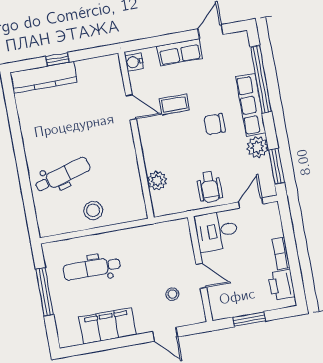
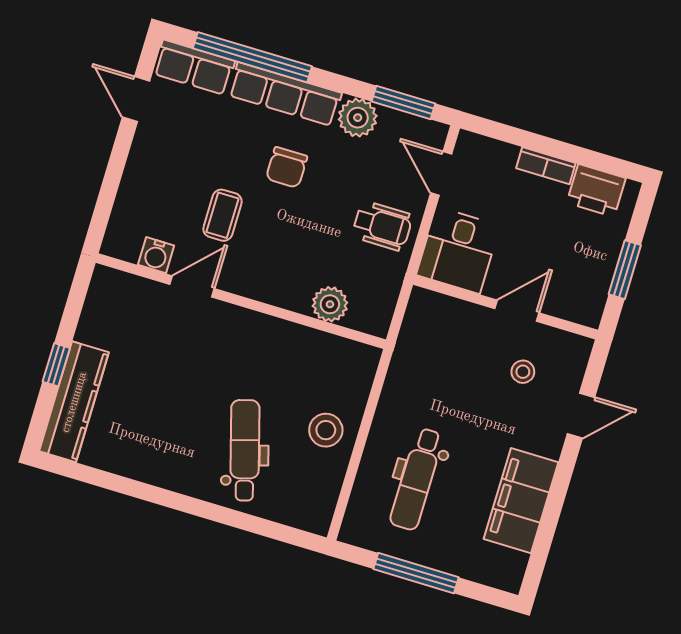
row of seats: (180, 52) -> (194, 67), moved, turned 90
water cooler: (134, 62) -> (156, 255), moved

